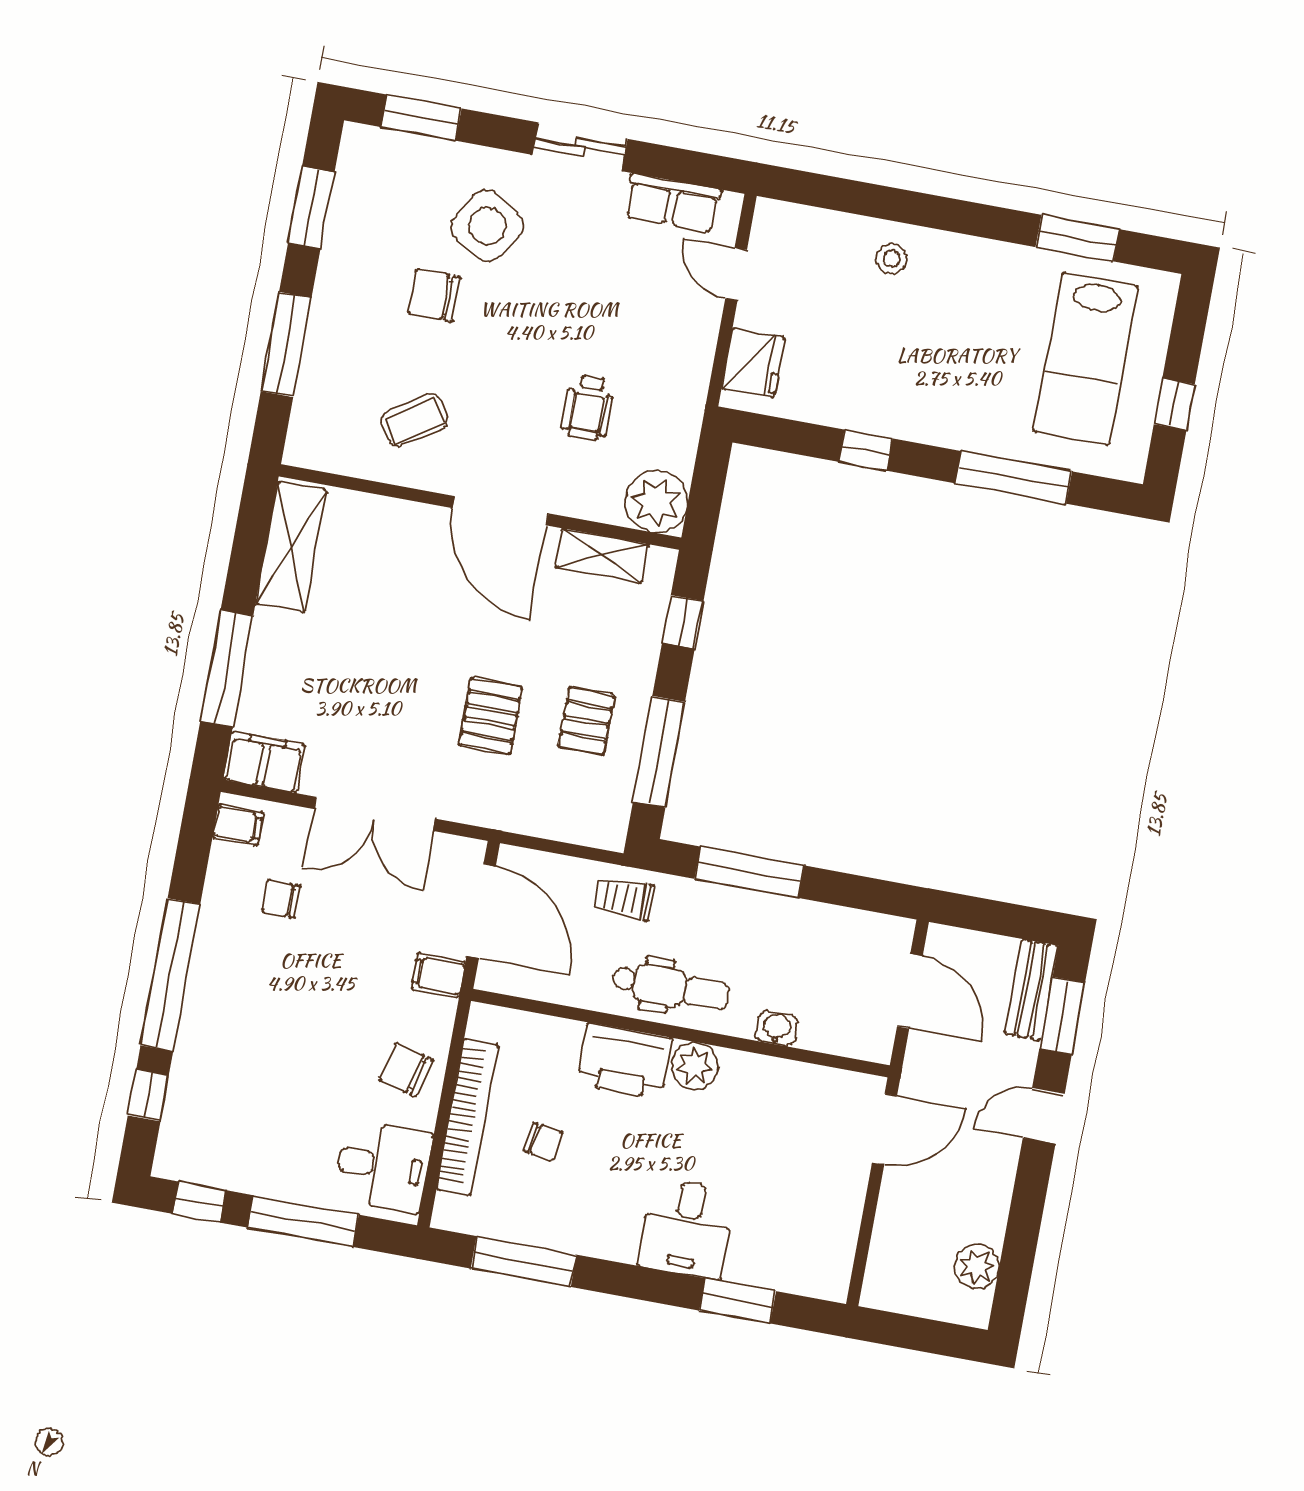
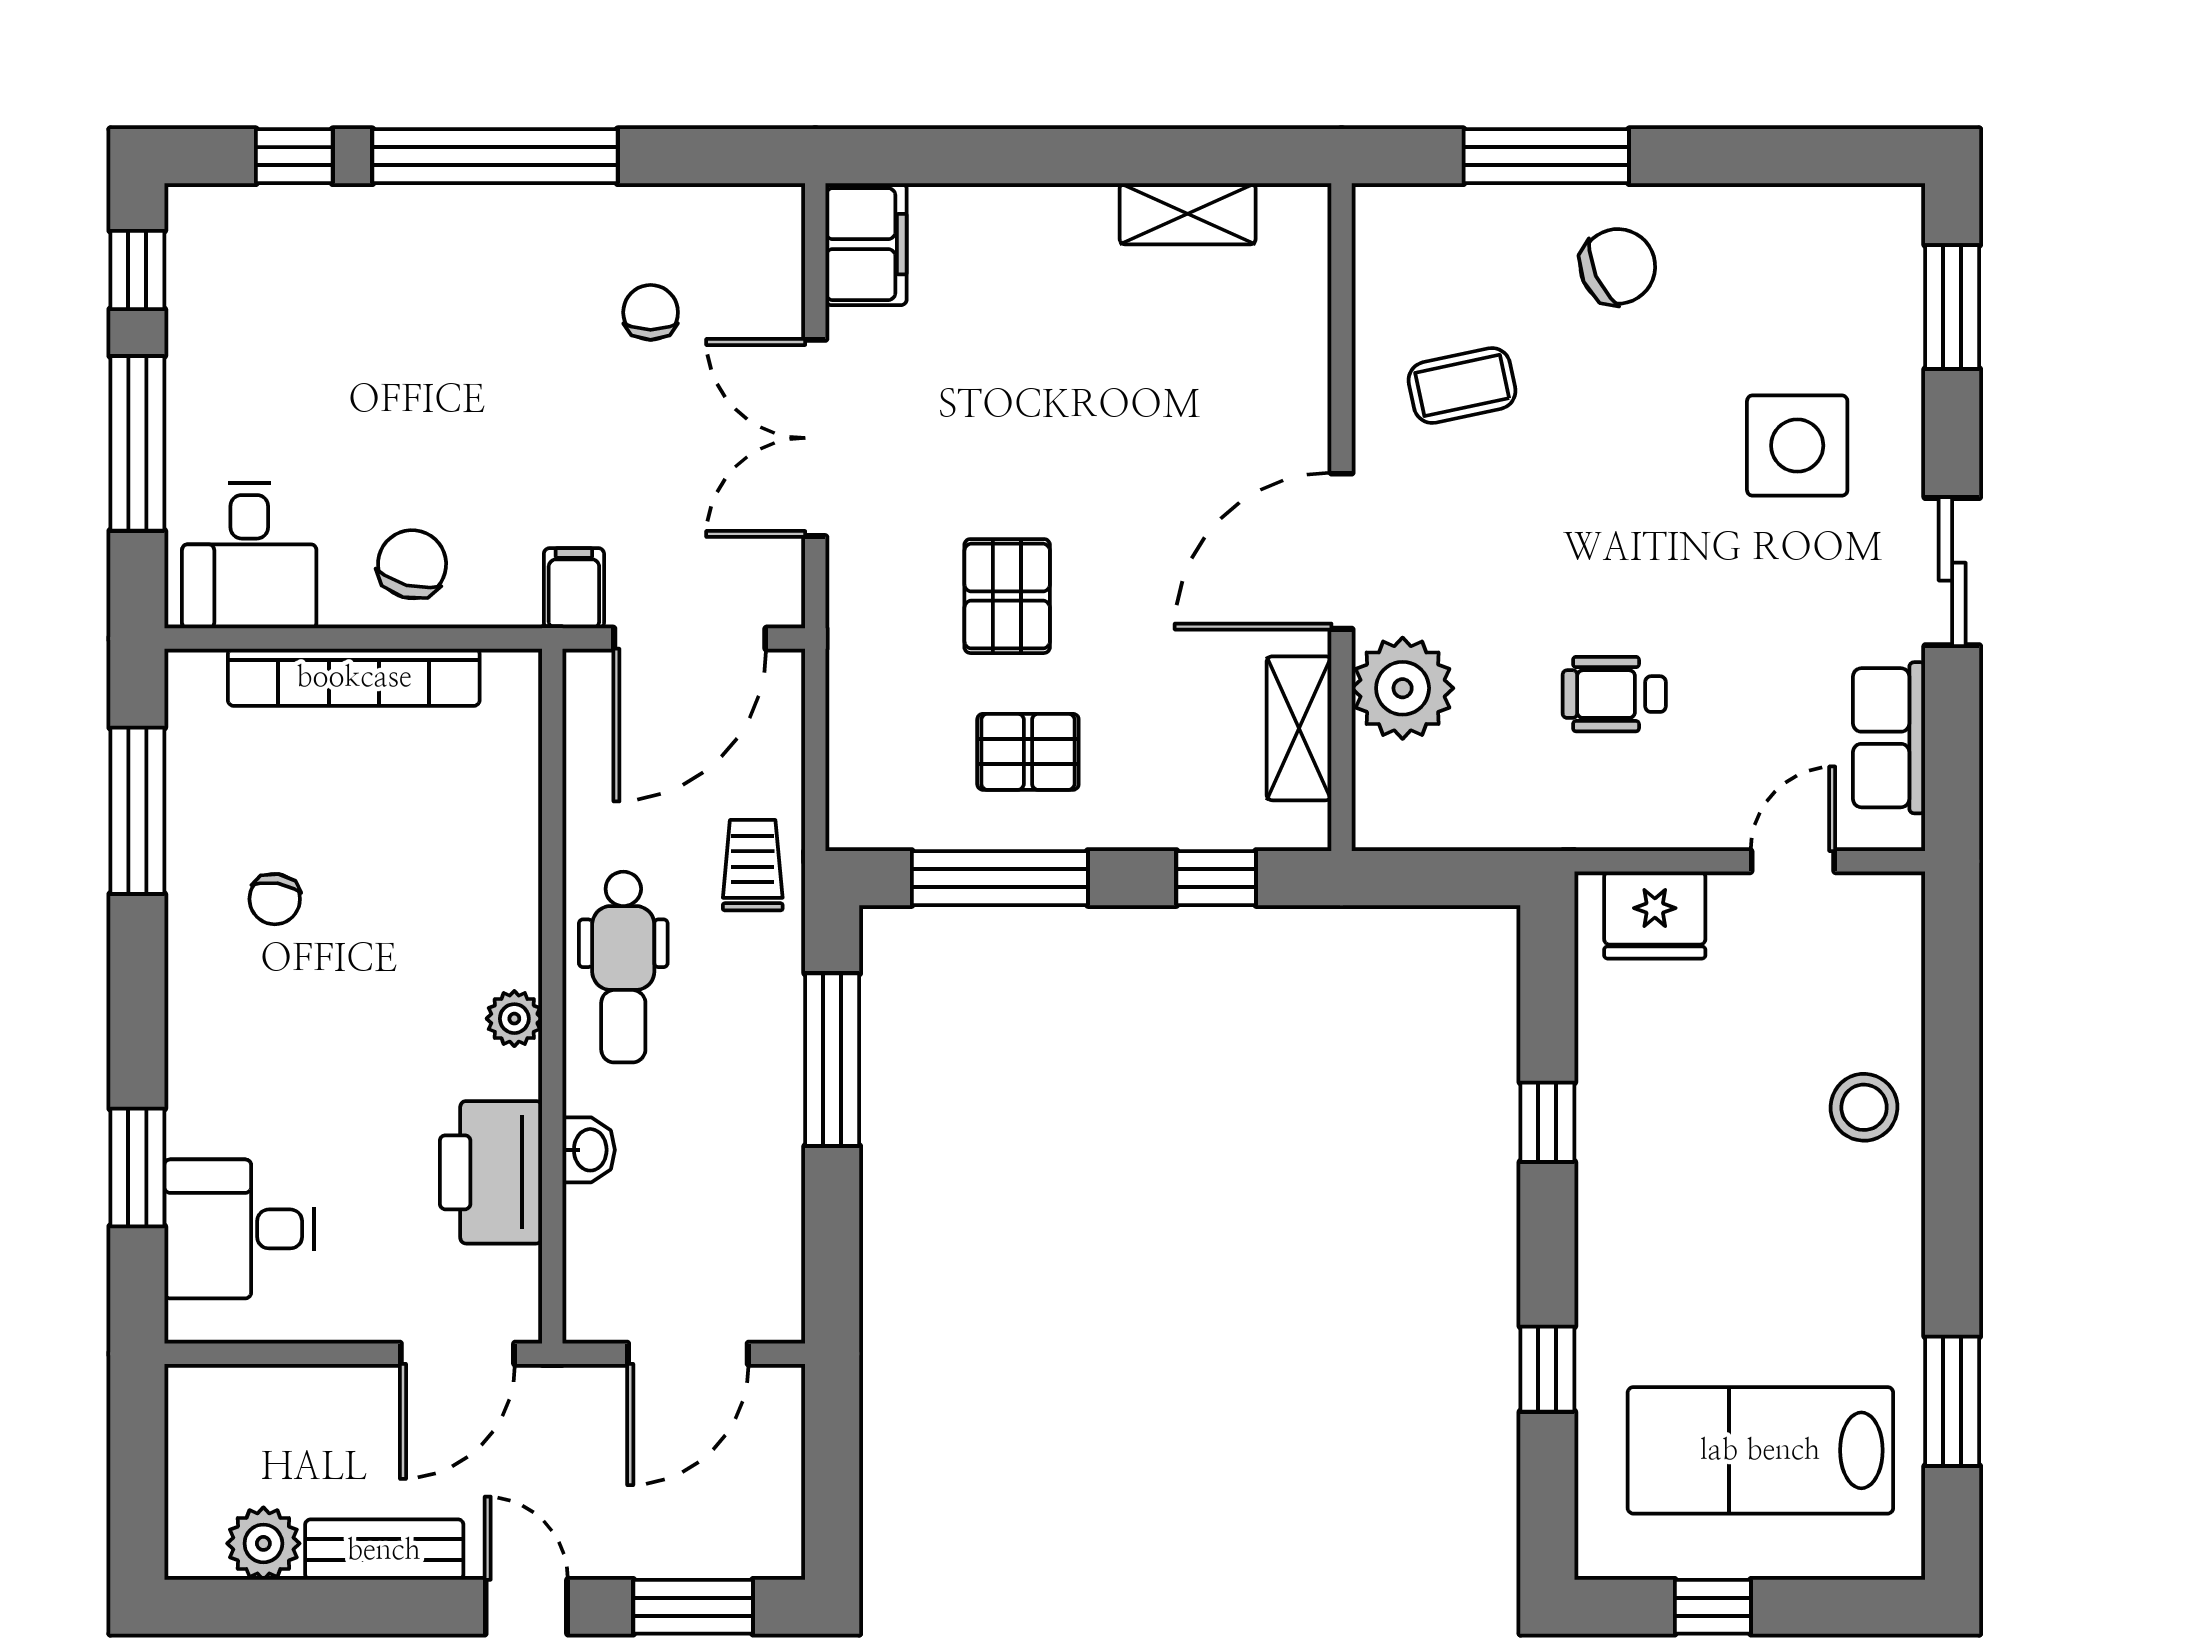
window: (311, 208) -> (1774, 156), removed
side table: (487, 226) -> (1797, 446), turned -32
stool: (891, 259) -> (1864, 1107), width x1.37, depth x1.37
chair: (434, 295) -> (1618, 266), moved, turned 66
wheelchair: (588, 408) -> (1614, 694), moved
coffee table: (414, 420) -> (1462, 385), turned -69
window: (1014, 477) -> (1547, 1369), width x0.46
plant: (657, 502) -> (1403, 688), moved
shelving: (291, 547) -> (1188, 214), width x0.67, depth x0.75
window: (227, 669) -> (1006, 156), removed
pallet: (491, 716) -> (1007, 596), turned 90
filing cabinet: (238, 825) -> (757, 221), removed
bench: (1031, 990) -> (384, 1550), moved
printer: (625, 1061) -> (491, 1172), moved
plant: (695, 1066) -> (514, 1019), width x0.73, depth x0.73
door: (884, 1129) -> (457, 1354), hinge flipped
chair: (543, 1142) -> (275, 899), moved
desk: (687, 1228) -> (239, 1229), moved

